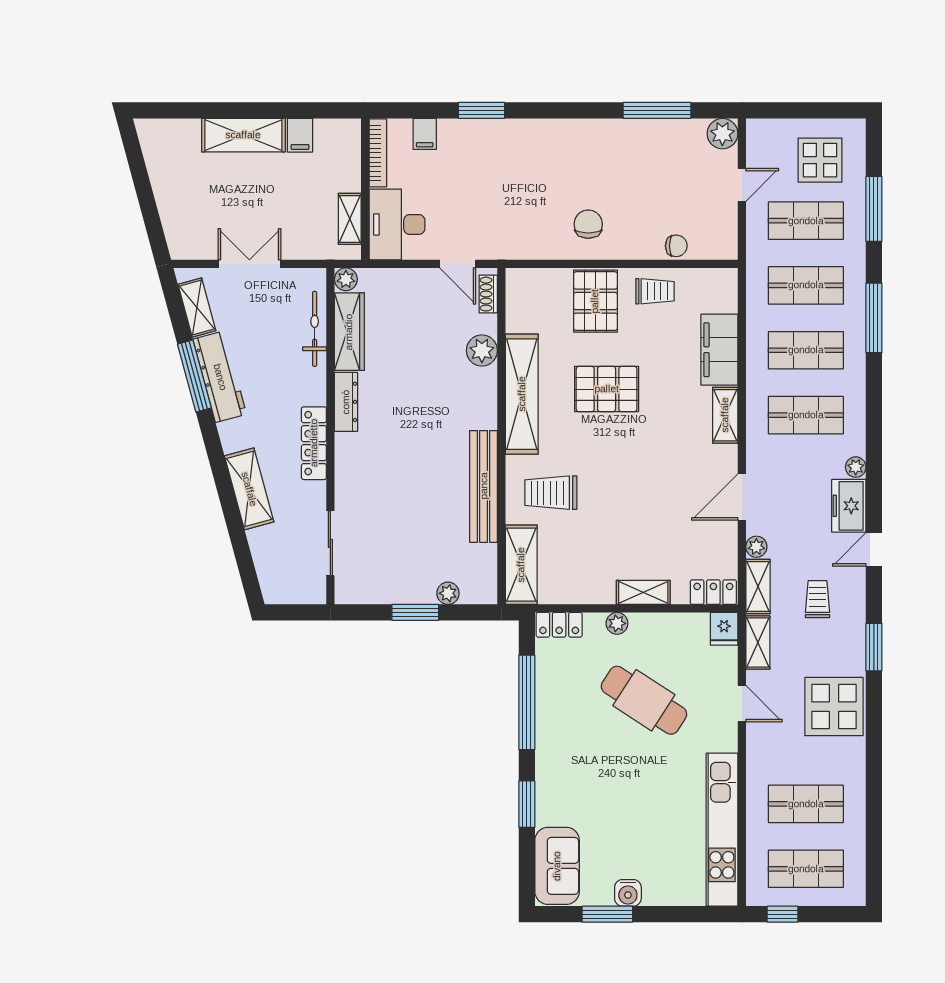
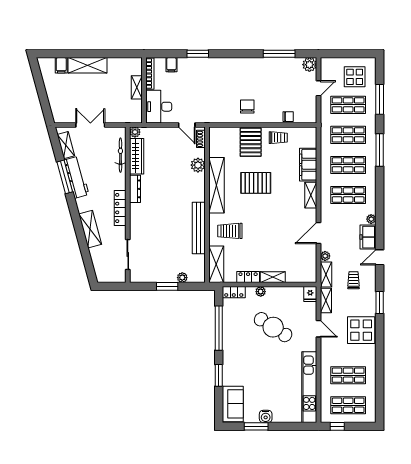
filing cabinet: (300, 135) -> (61, 65), moved
shelving: (350, 219) -> (137, 87), moved
locker: (713, 592) -> (248, 277), moved

